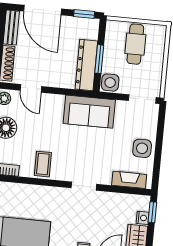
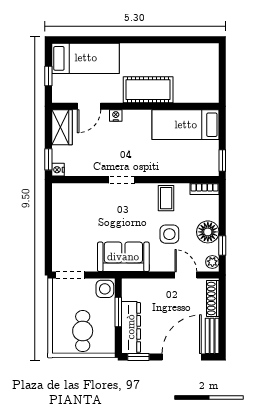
door: (43, 10) -> (182, 357), hinge flipped
dresser: (86, 65) -> (131, 327), moved
side table: (142, 148) -> (169, 234), moved
fireplace: (129, 180) -> (76, 191), removed
nightstand: (143, 218) -> (58, 170), moved

